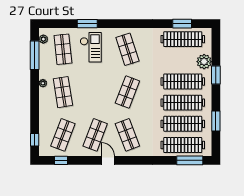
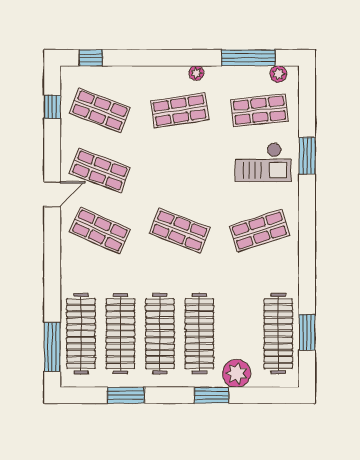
shop shelf: (127, 135) -> (100, 231), turned 45

